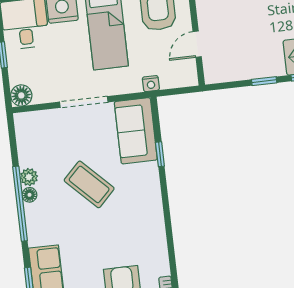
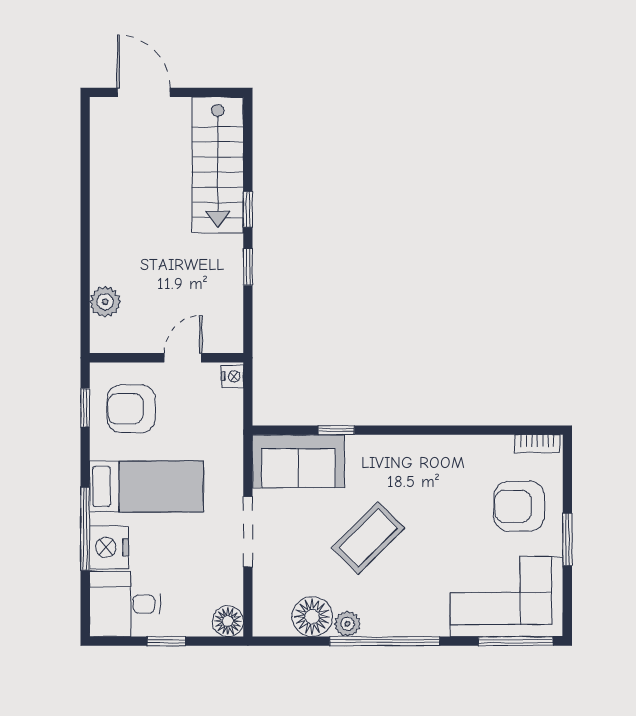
door: (197, 44) -> (183, 358), swing flipped
nightstand: (151, 84) -> (232, 376), moved
floor lamp: (29, 195) -> (312, 617), moved, width x1.89, depth x1.89

